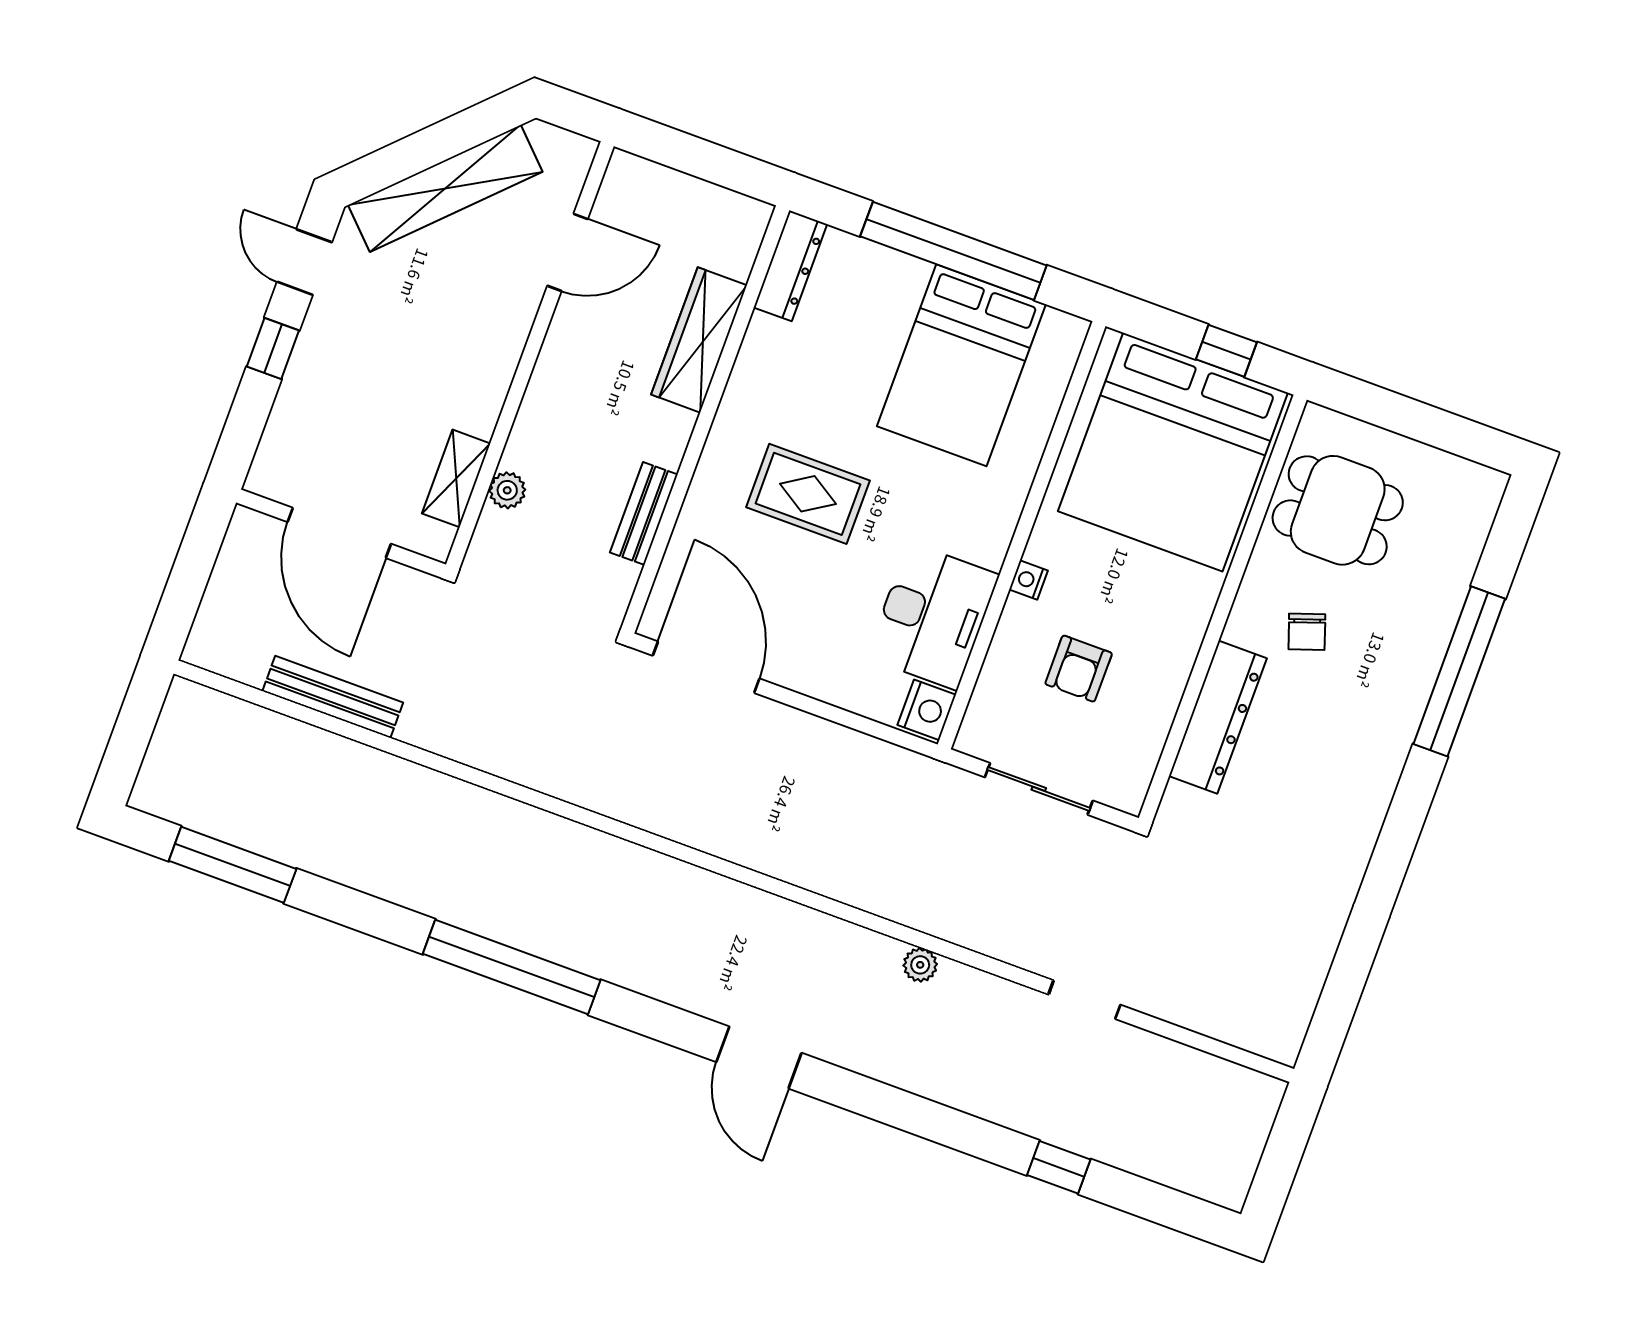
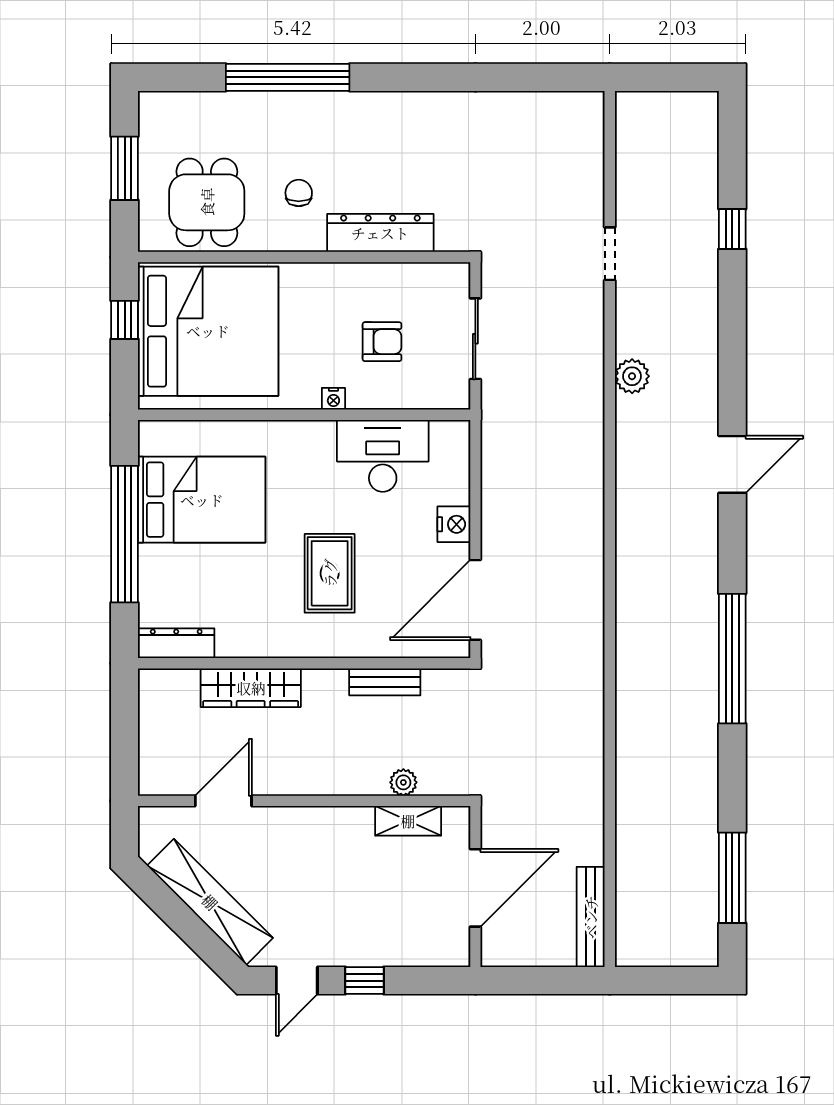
door: (568, 252) -> (223, 801), hinge flipped
window: (1420, 421) -> (125, 168), added
chair: (1307, 632) -> (299, 193), turned -71
bench: (333, 697) -> (591, 917), moved
nightstand: (927, 710) -> (454, 524), moved, turned 90
plant: (920, 965) -> (632, 376), width x1.38, depth x1.38

